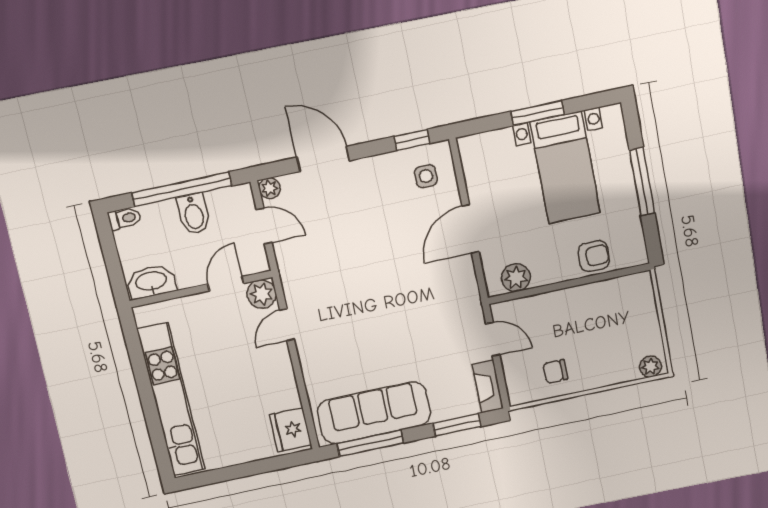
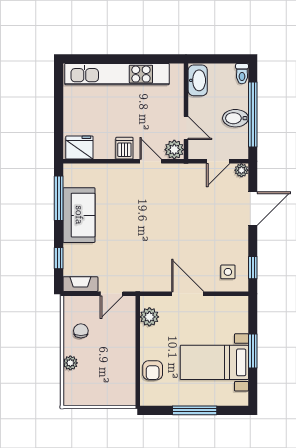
dishwasher: (277, 366) -> (124, 148), added
plant: (650, 367) -> (70, 363), moved
sofa: (374, 413) -> (79, 215), width x0.73
window: (457, 425) -> (59, 258), width x0.67

